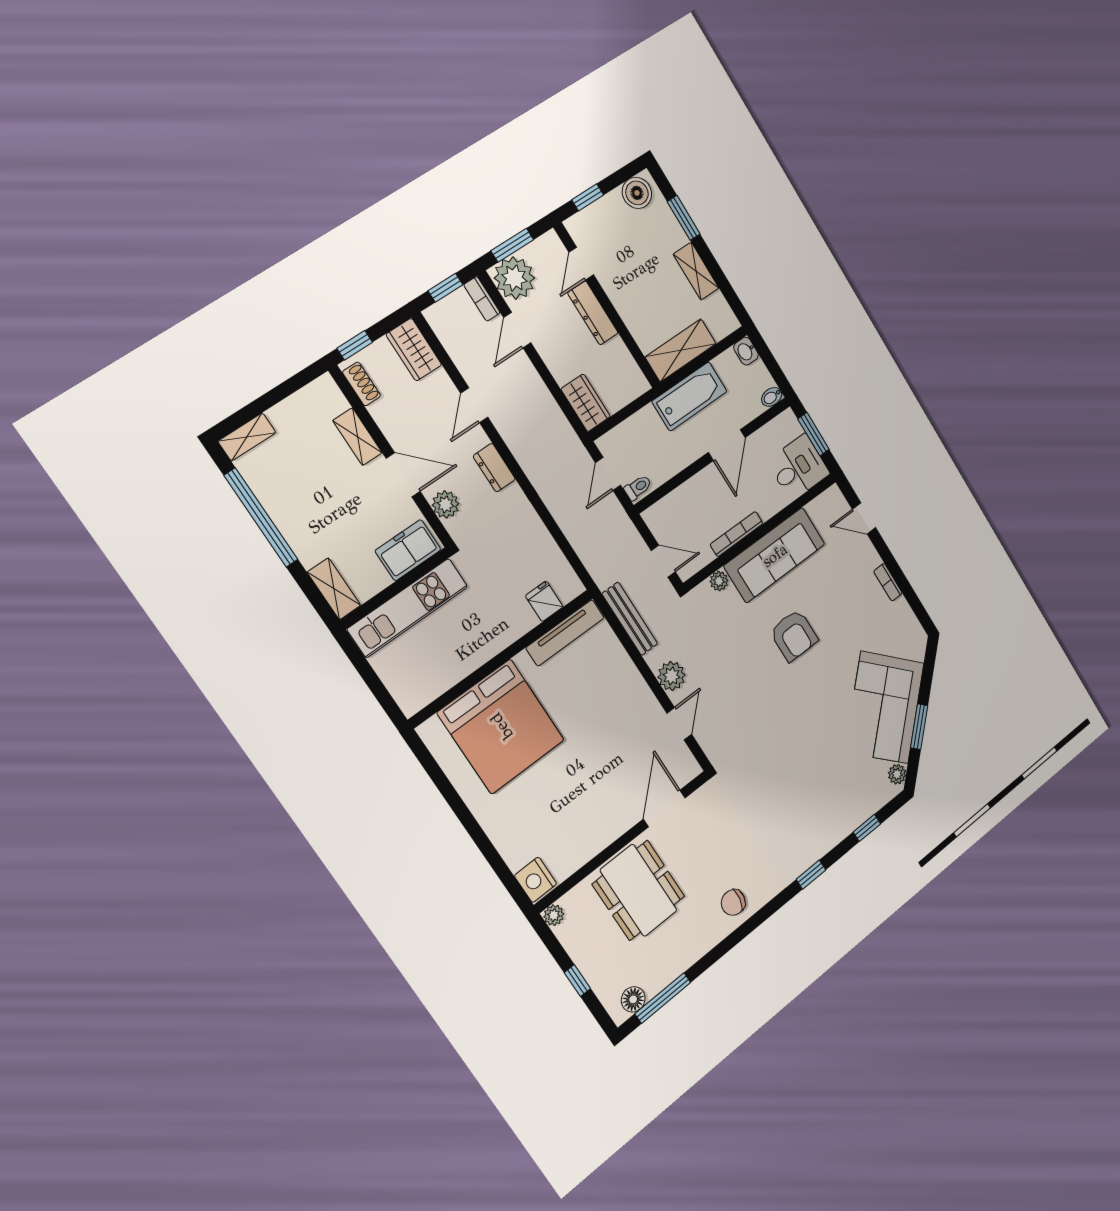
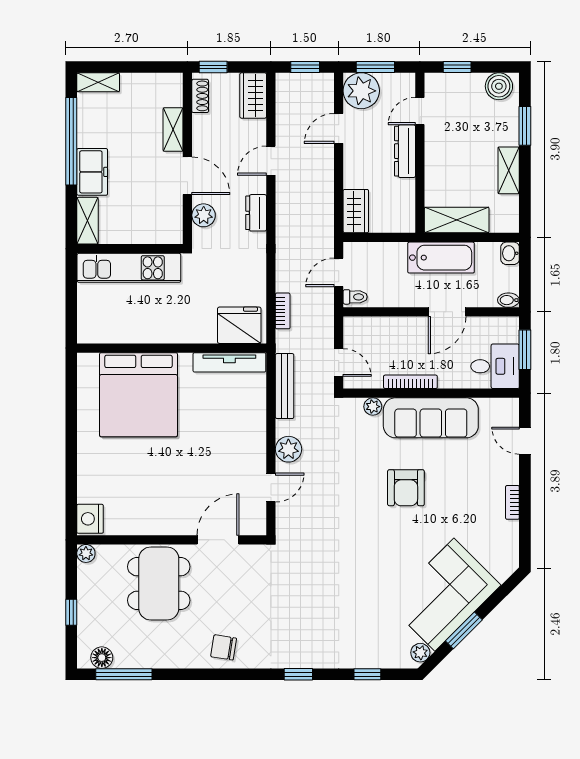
bookcase: (482, 299) -> (283, 311), moved, turned 180
freezer: (408, 550) -> (92, 172), moved, turned 90
fridge: (544, 601) -> (239, 325), width x1.88, depth x1.34

